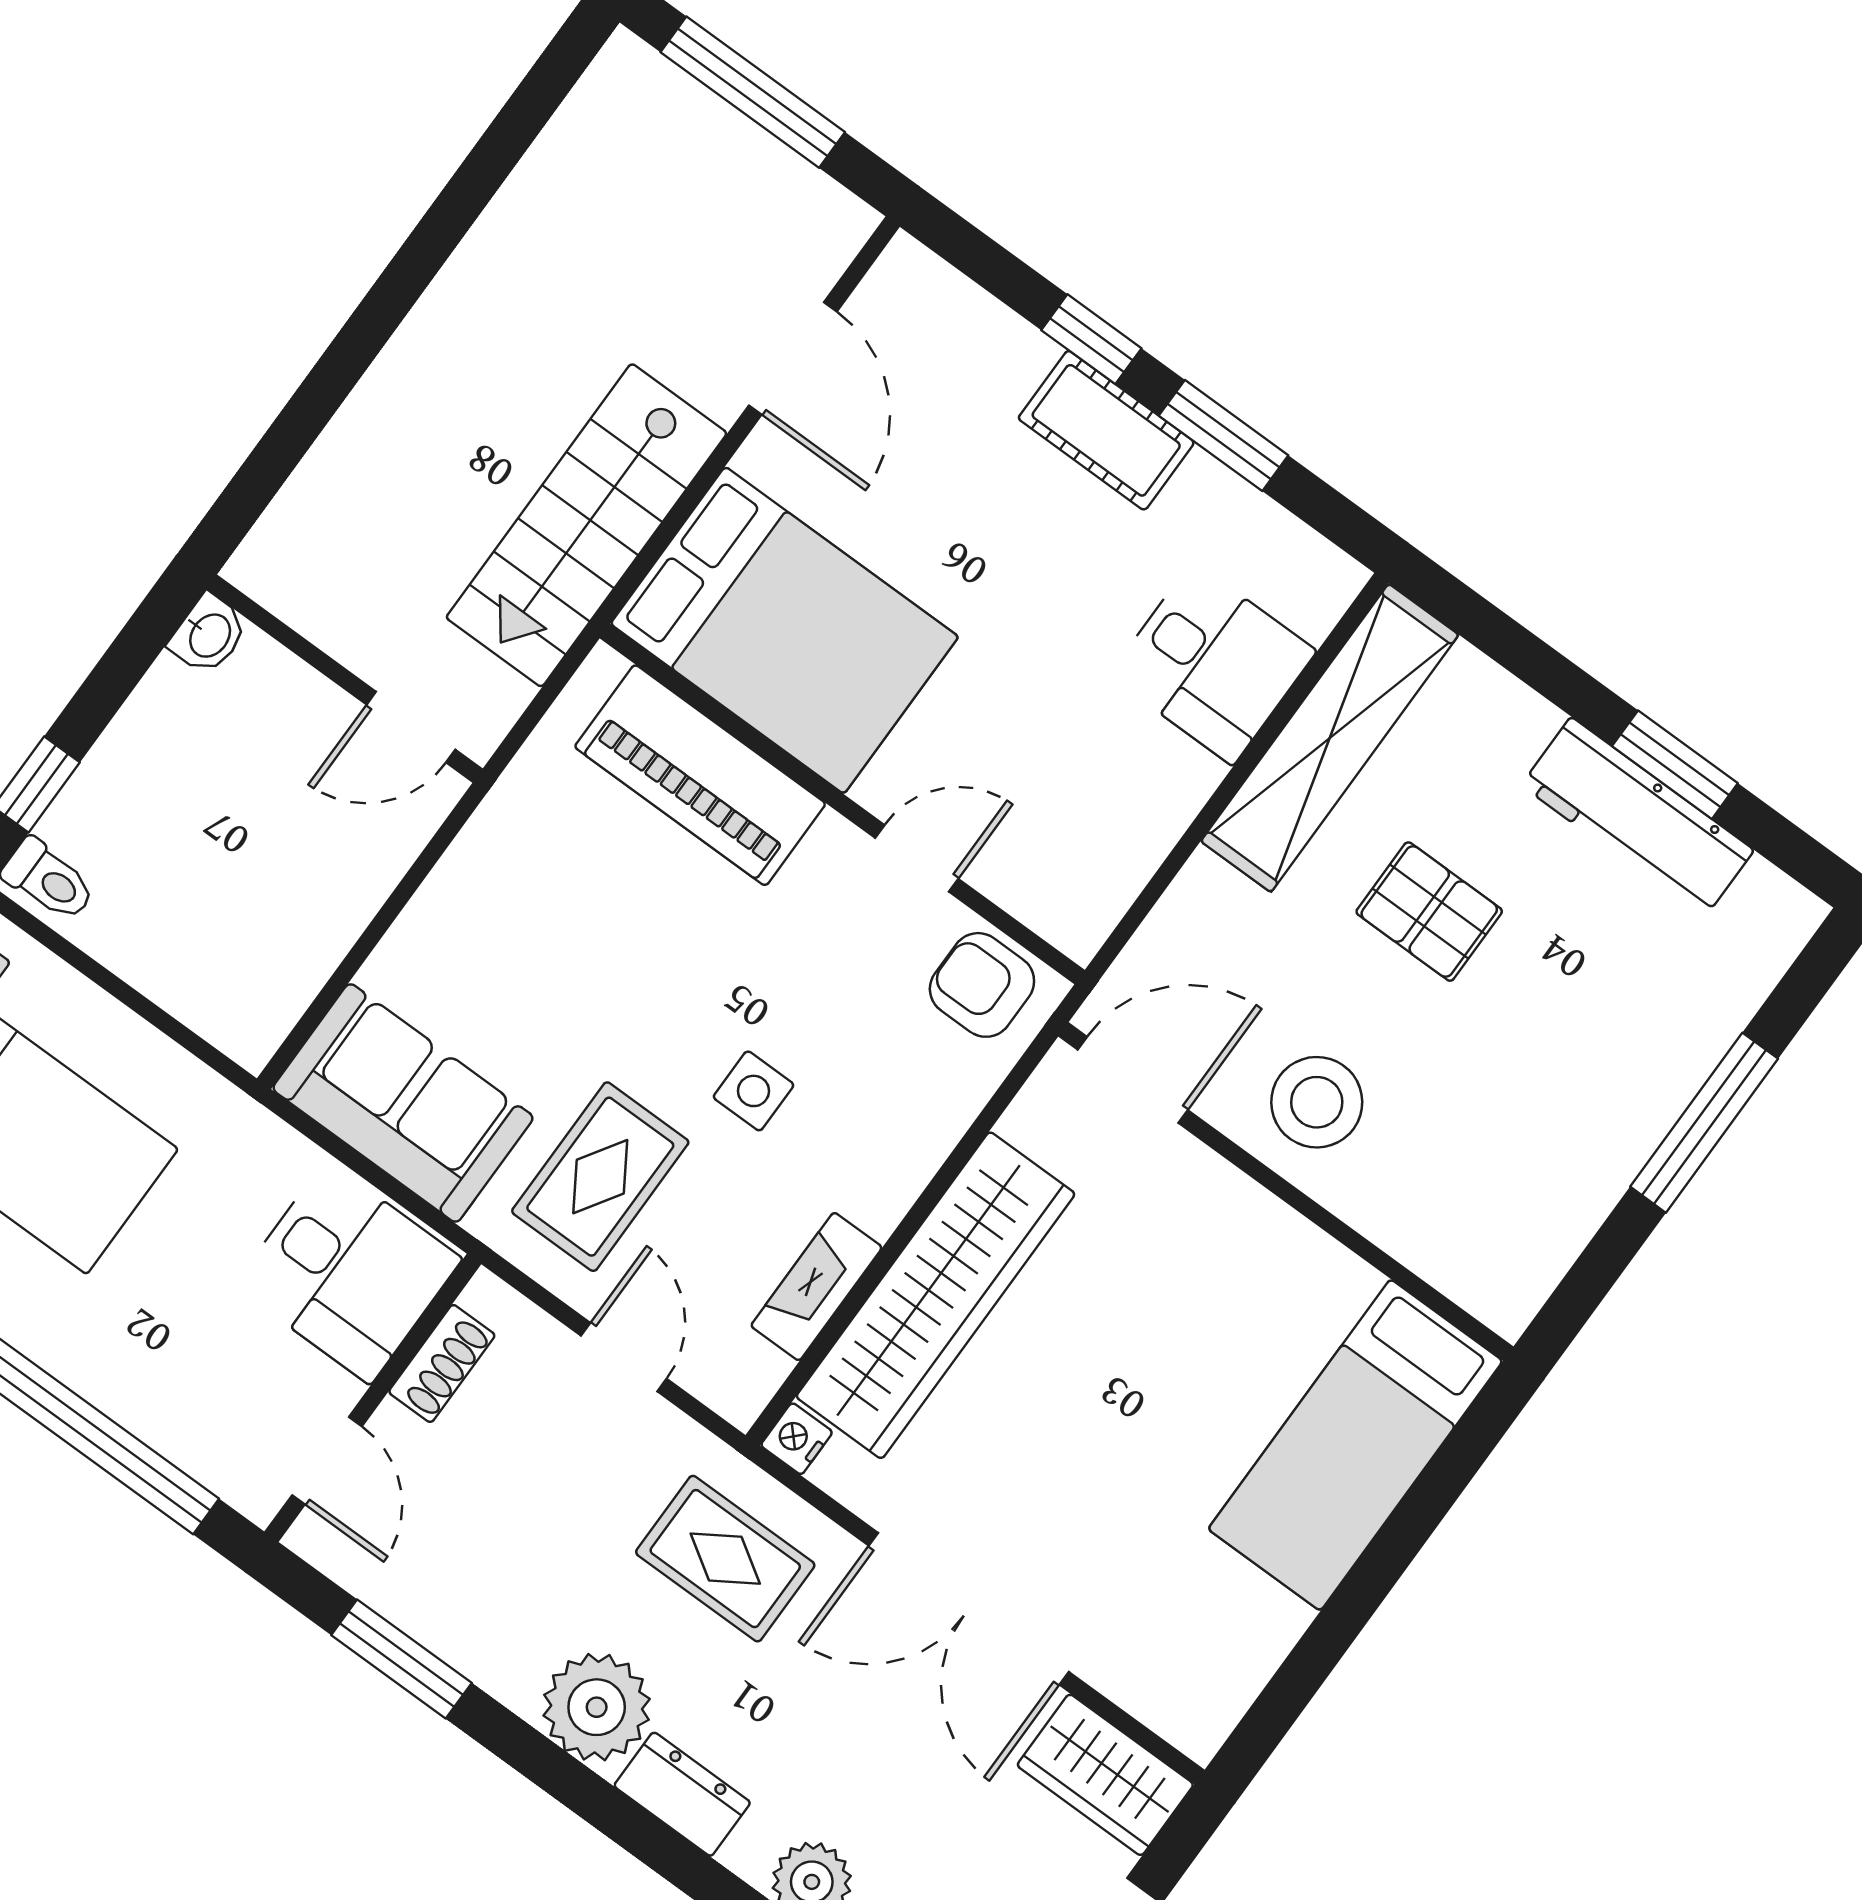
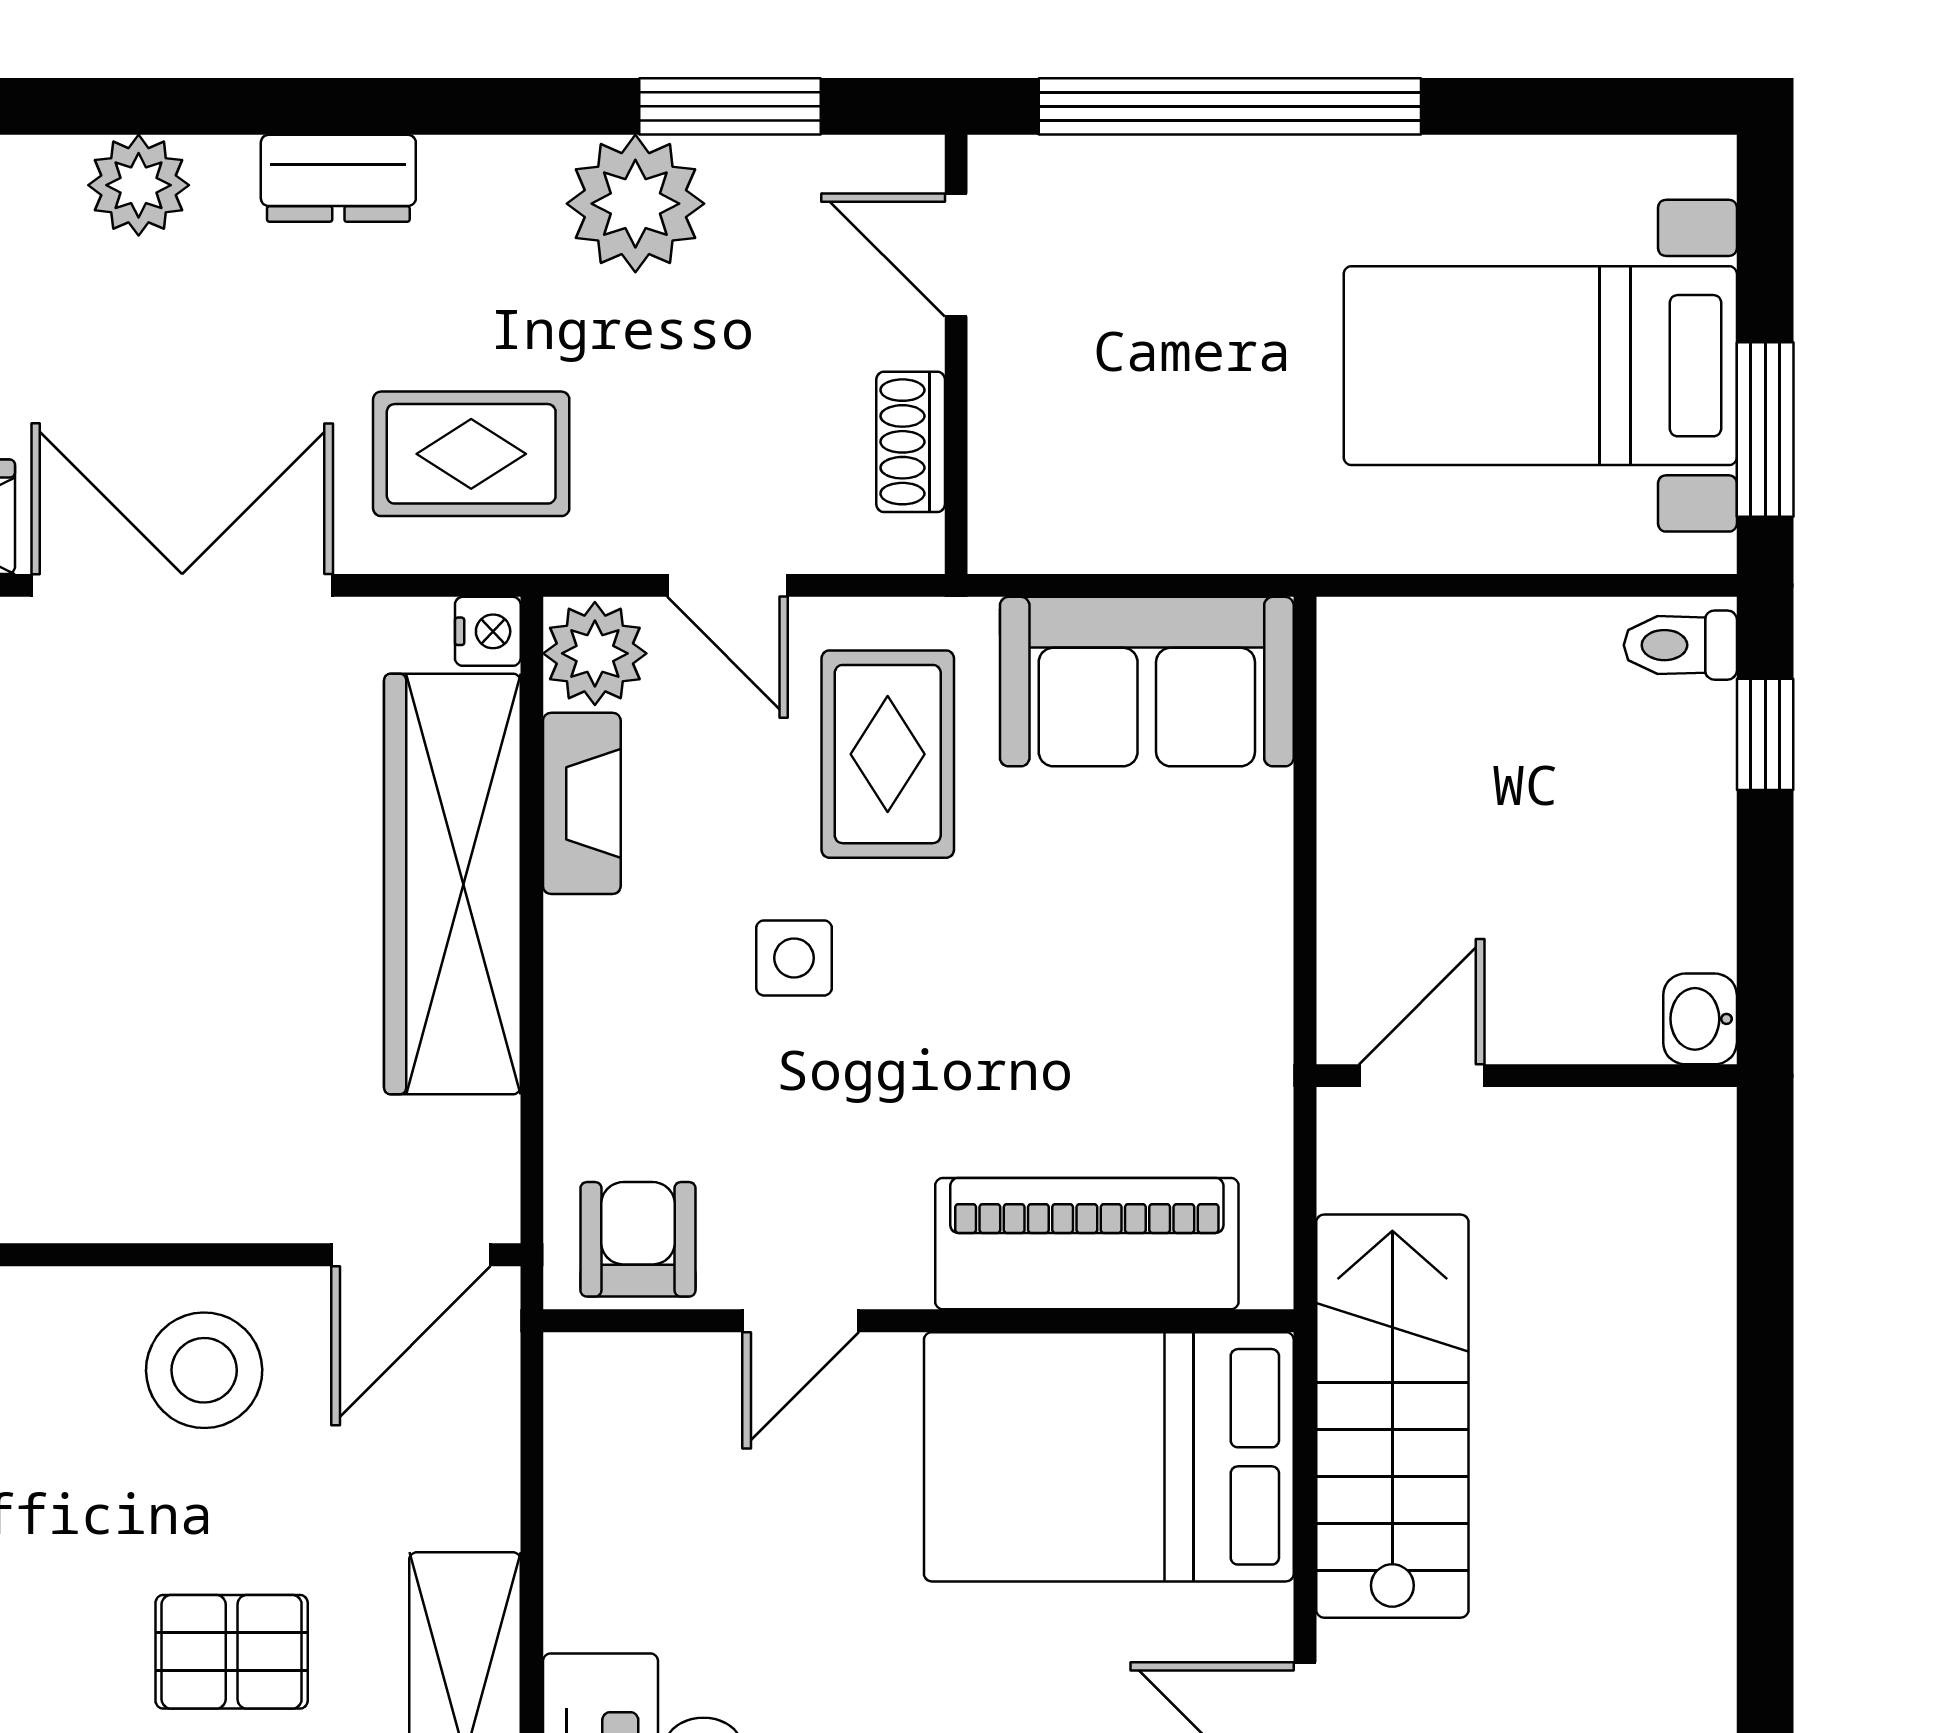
armchair: (982, 985) -> (638, 1239), turned -90
desk: (348, 1272) -> (1076, 466), removed
plant: (739, 1375) -> (595, 653), added
plant: (597, 1707) -> (635, 204), moved

